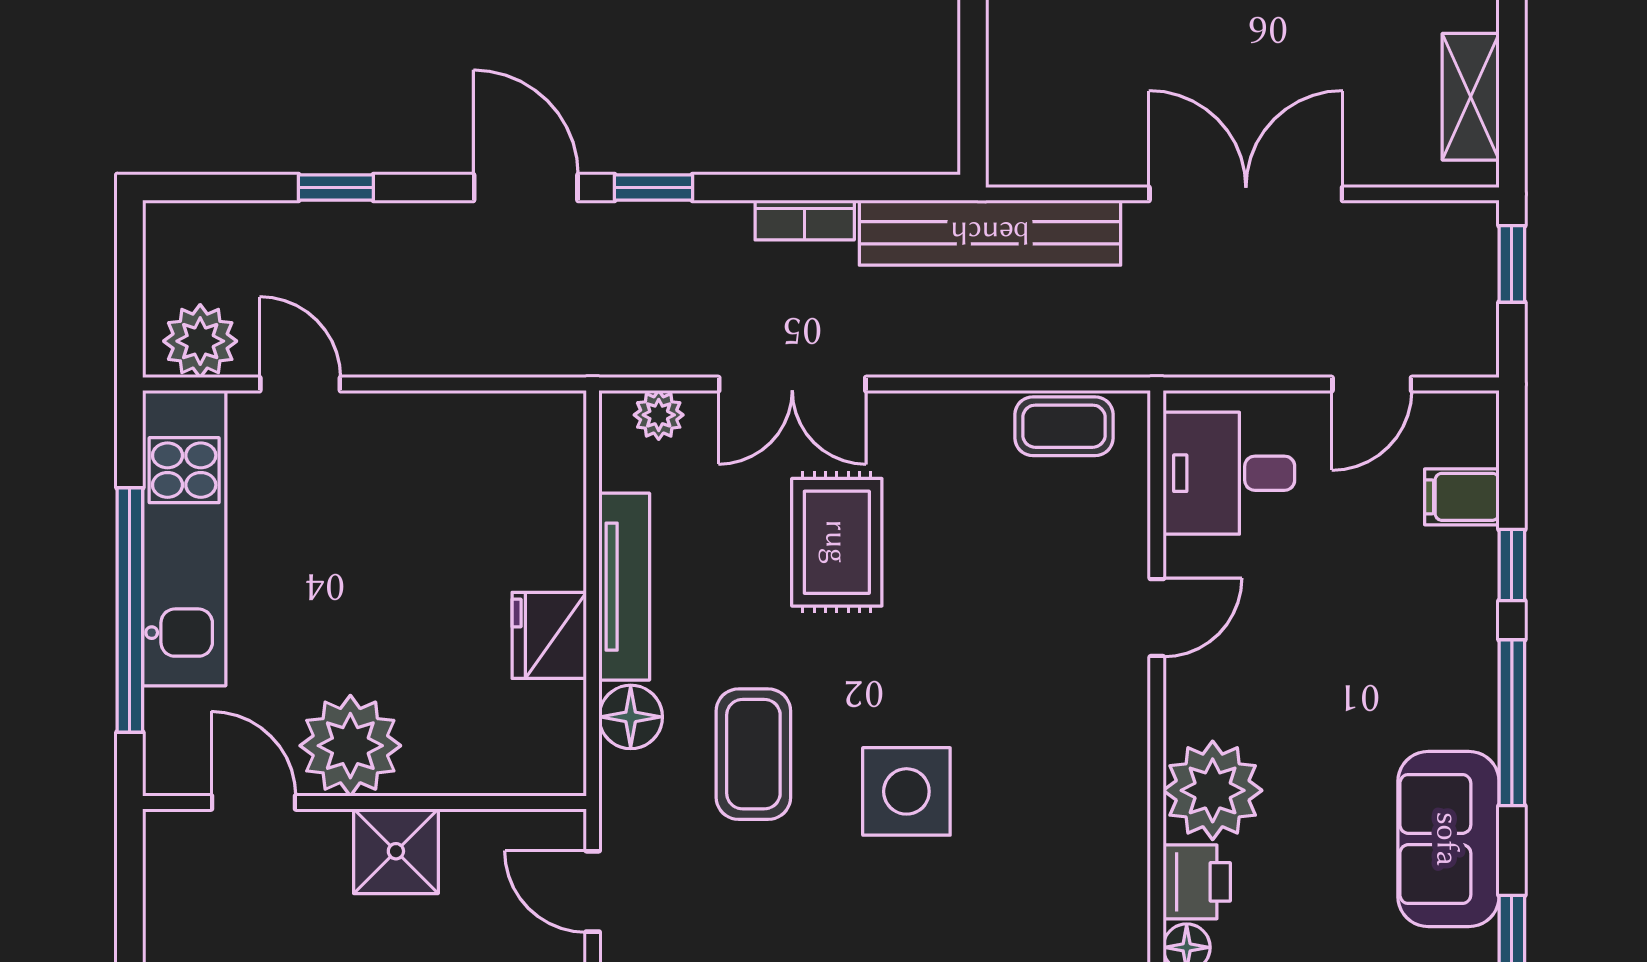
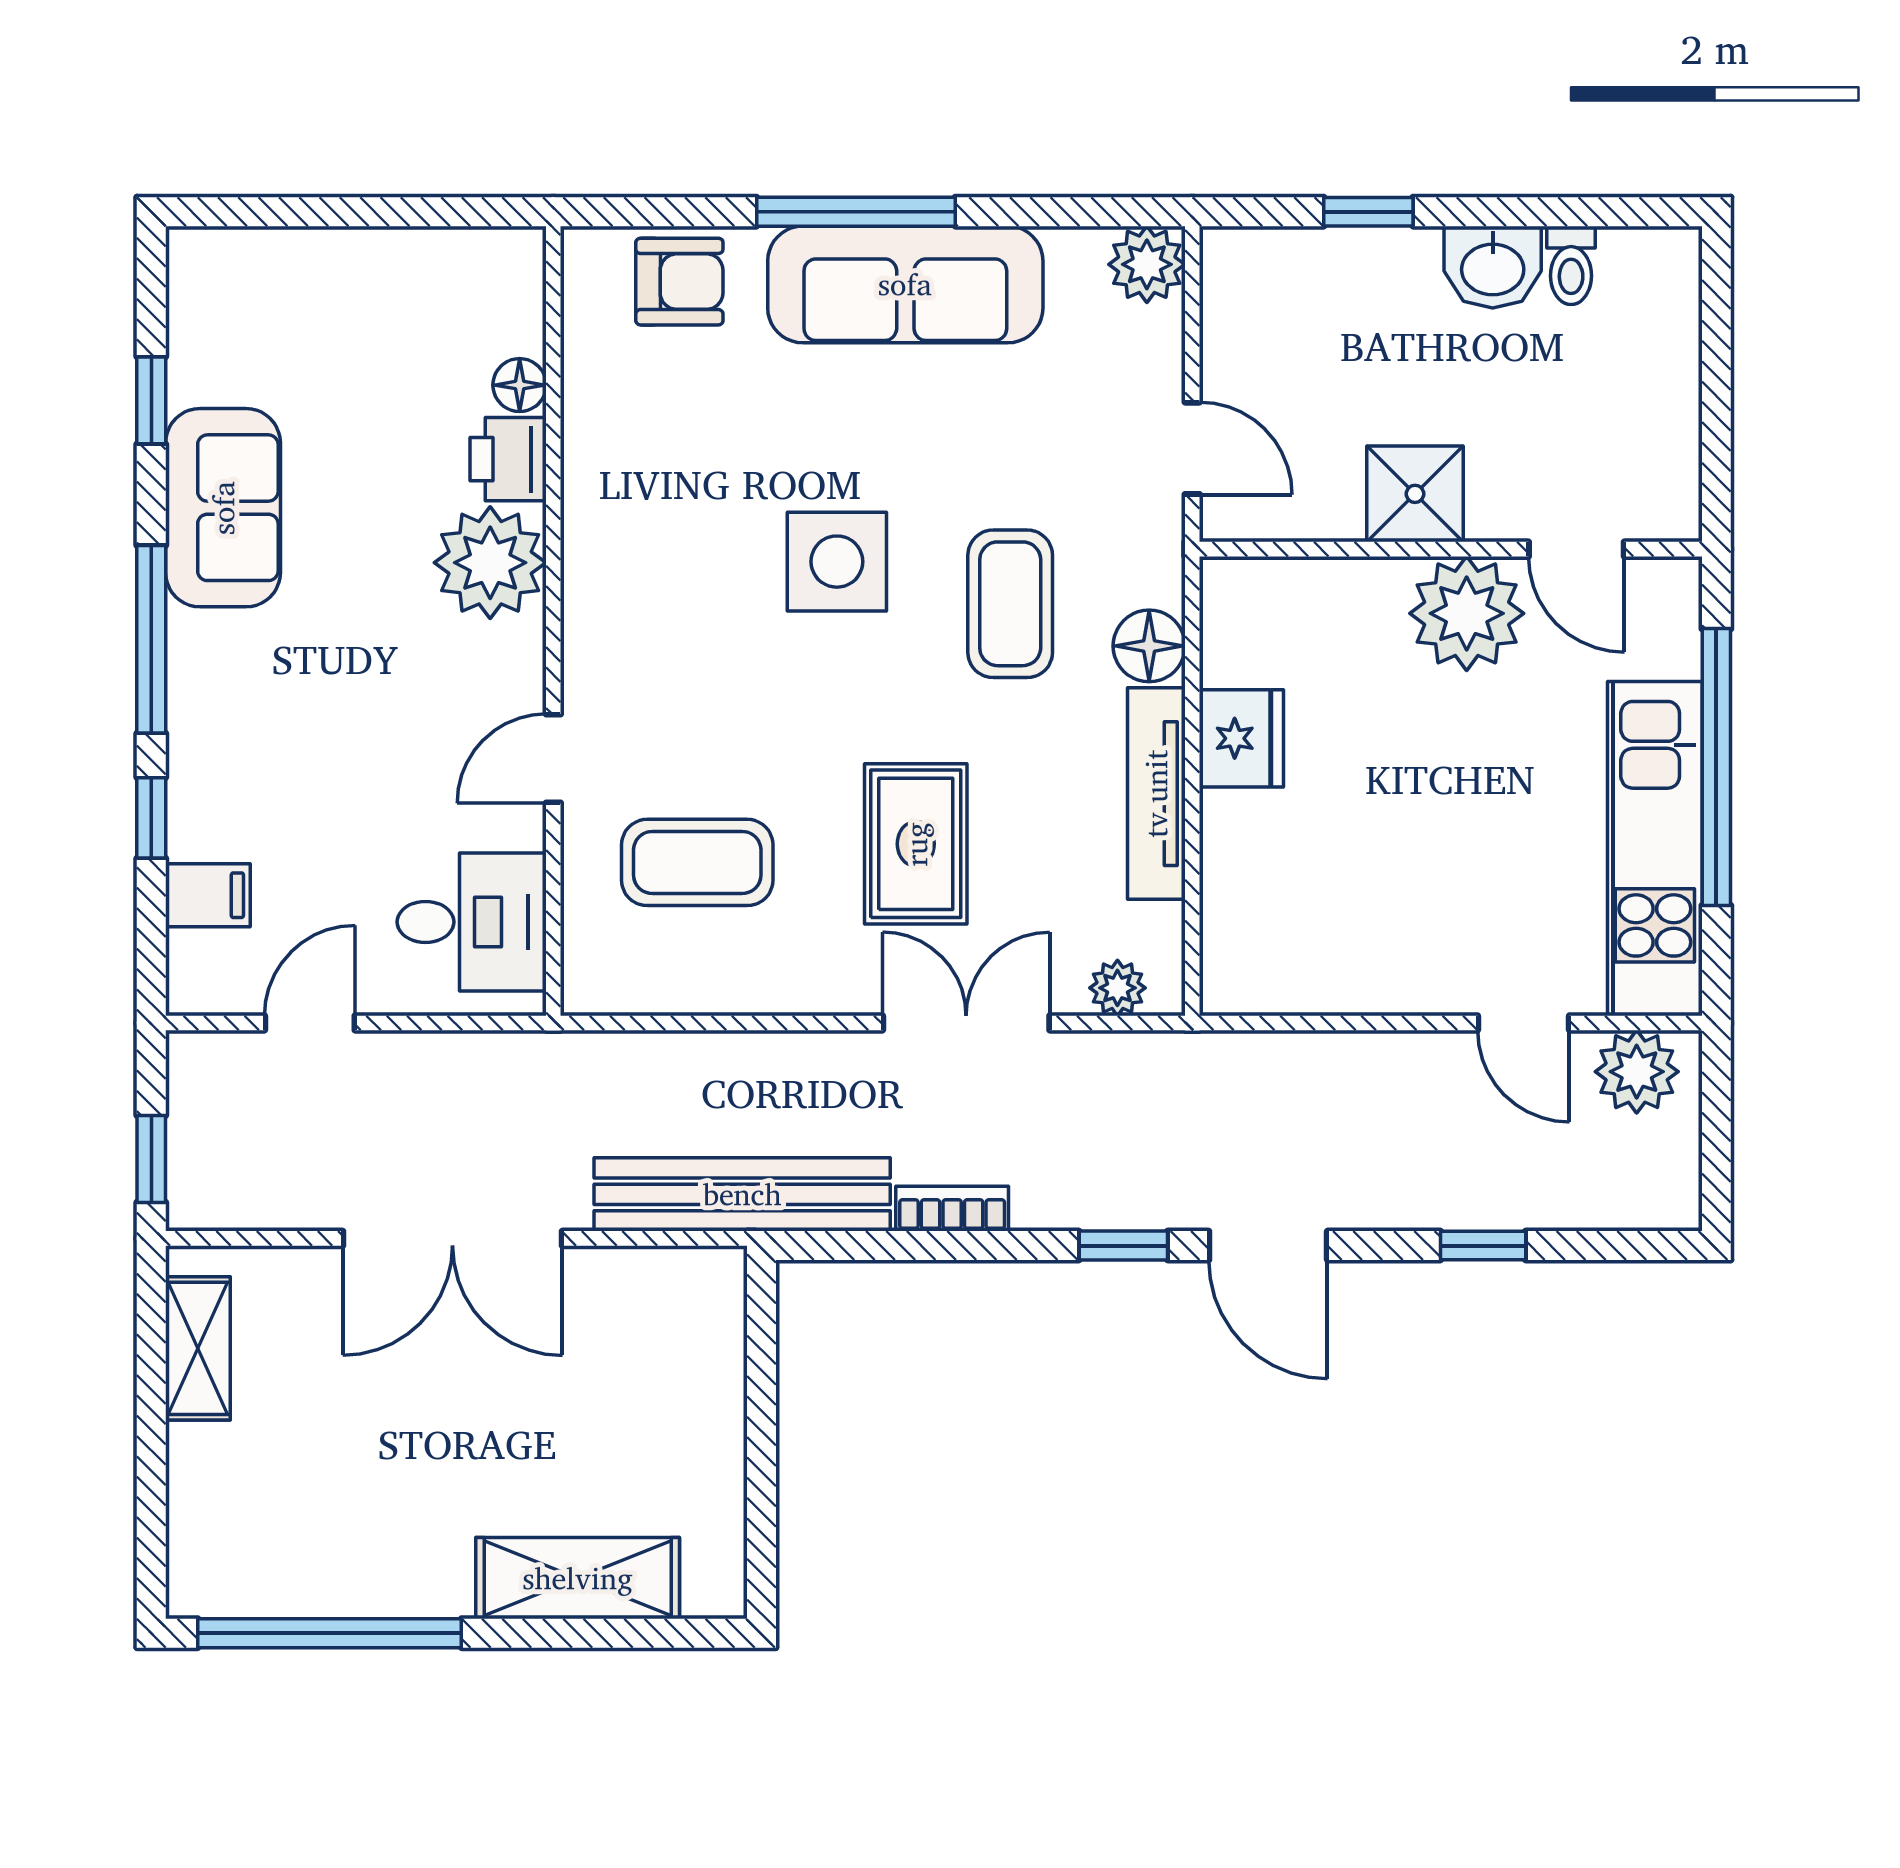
coffee table: (1064, 426) -> (697, 862), moved, width x1.36, depth x1.30

